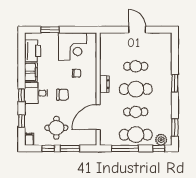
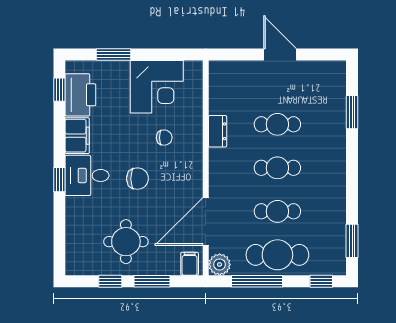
window: (175, 83) -> (352, 112), moved
dresser: (104, 84) -> (218, 131), moved
cafe table: (136, 89) -> (277, 168), width x0.73, depth x0.74
window: (22, 121) -> (59, 90), moved
filing cabinet: (29, 139) -> (190, 264), moved
plant: (161, 140) -> (220, 264), moved

